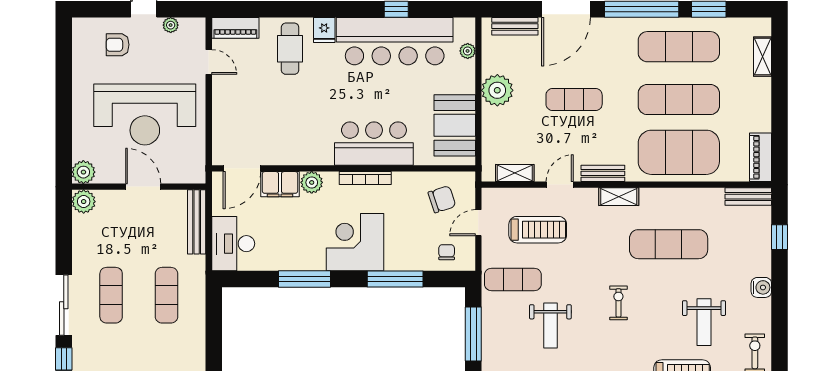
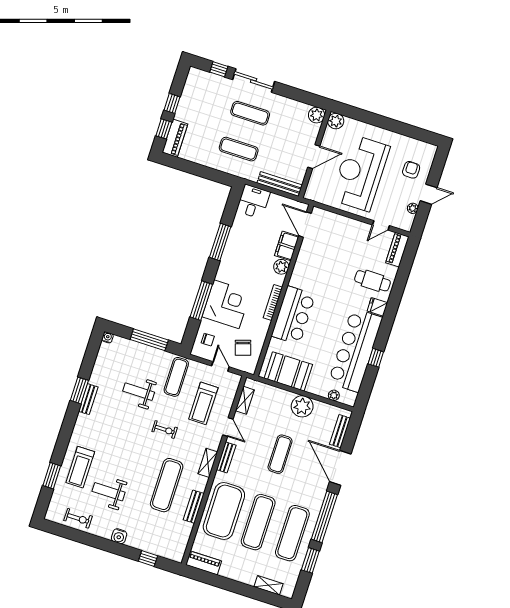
bench: (748, 197) -> (194, 507), moved
corner desk: (355, 242) -> (226, 304), moved
desk: (233, 244) -> (253, 202), width x0.73
exercise bike: (618, 303) -> (165, 430), moved

